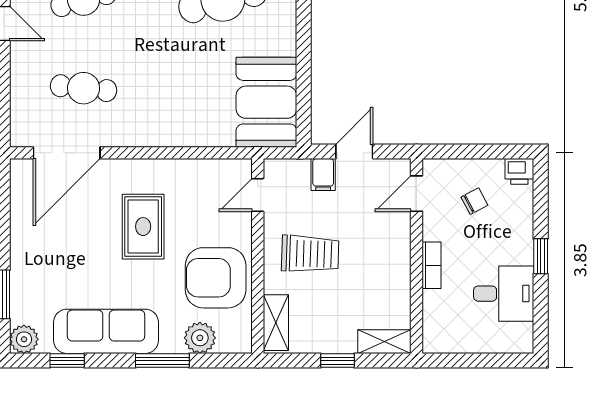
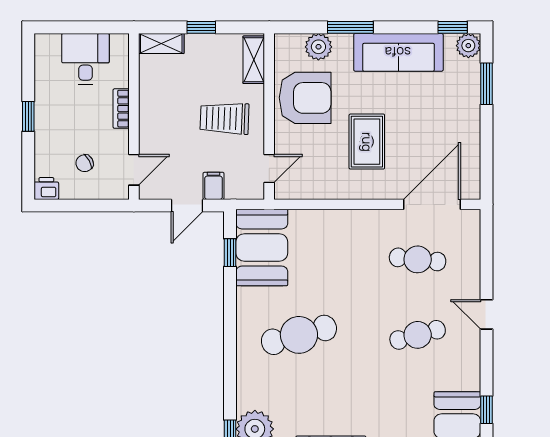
window: (304, 96) -> (230, 253), added
desk: (504, 294) -> (85, 59), moved, turned 90
window: (67, 361) -> (453, 27), moved

